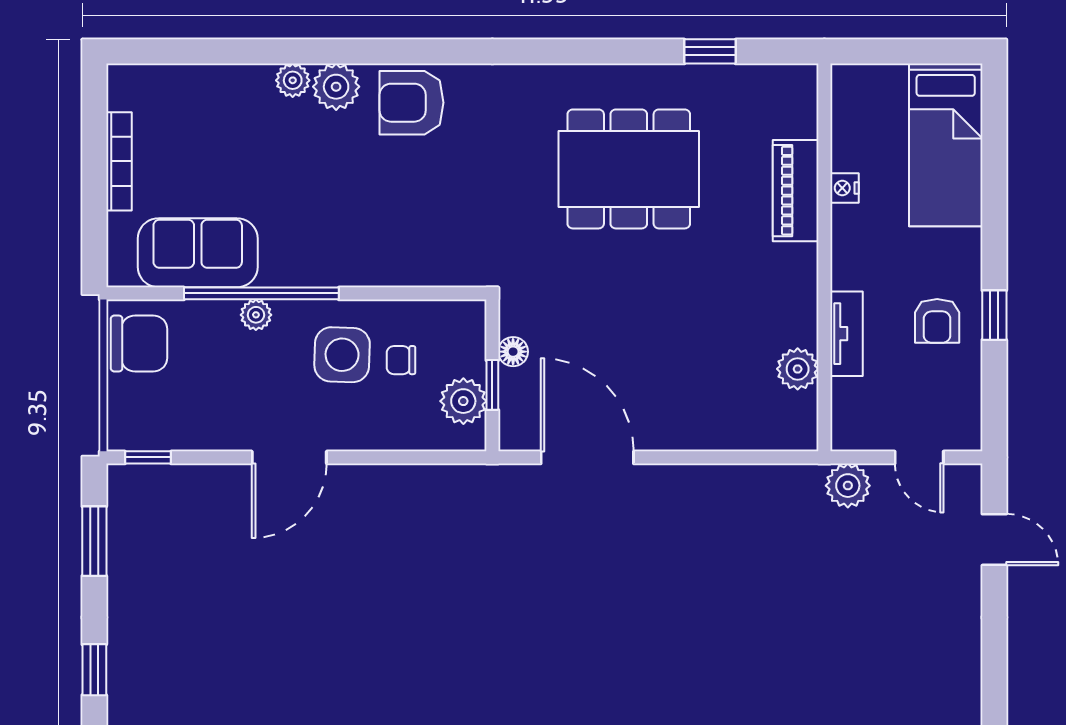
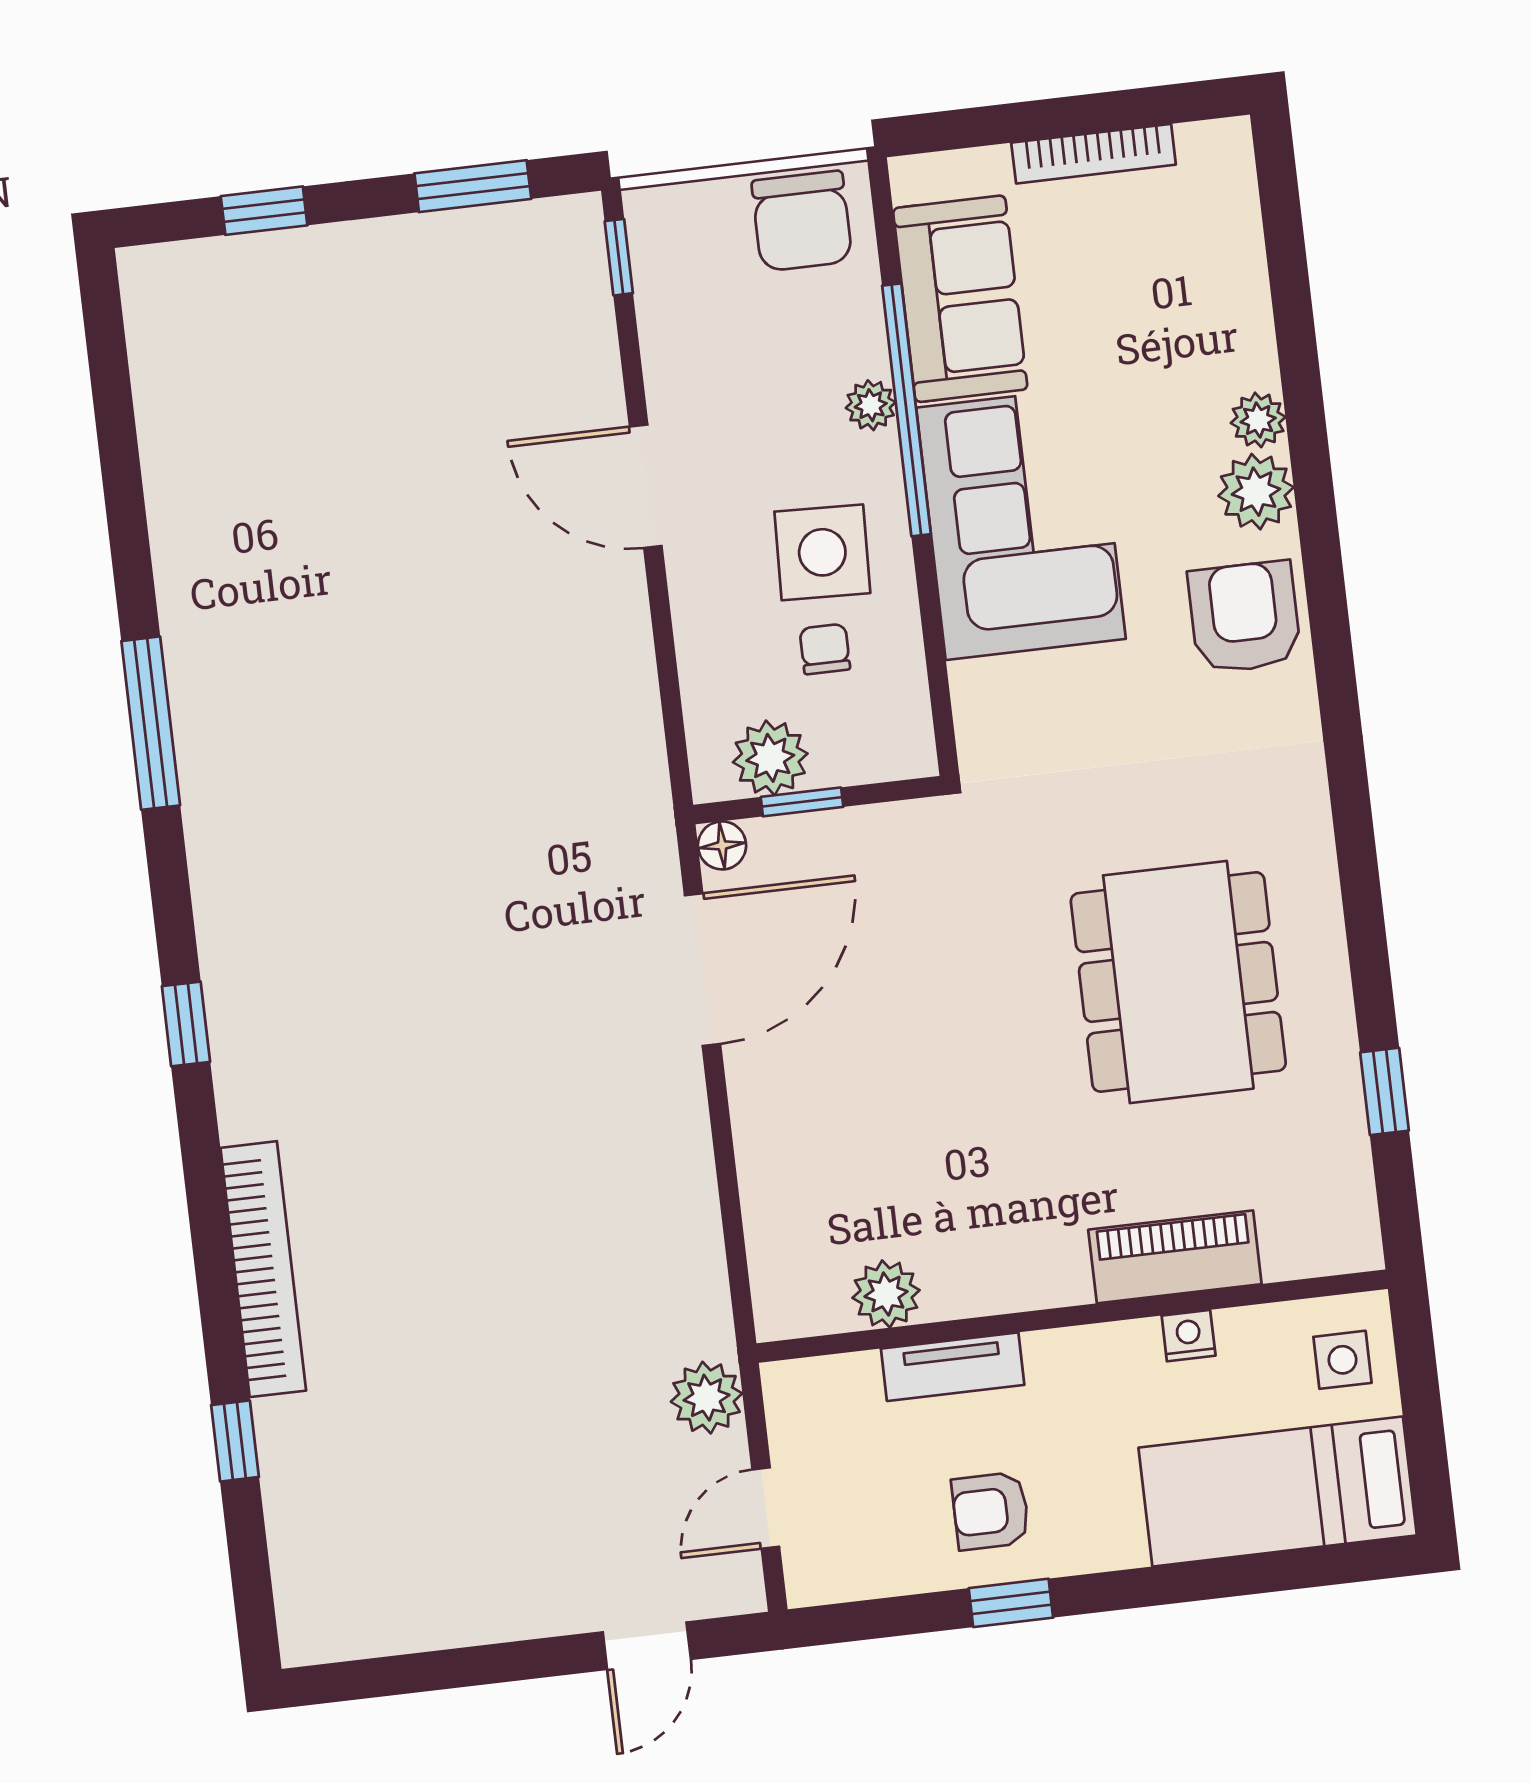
side table: (870, 96) -> (1343, 1360), added
corner sofa: (339, 232) -> (1021, 523), added
floor lamp: (513, 352) -> (722, 845), moved

